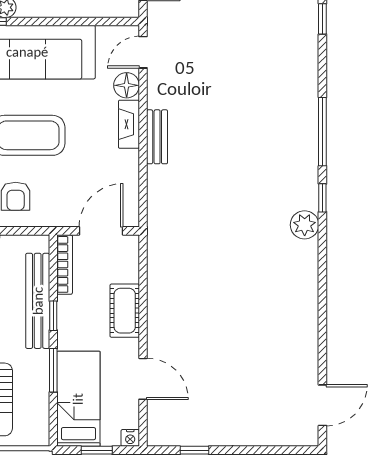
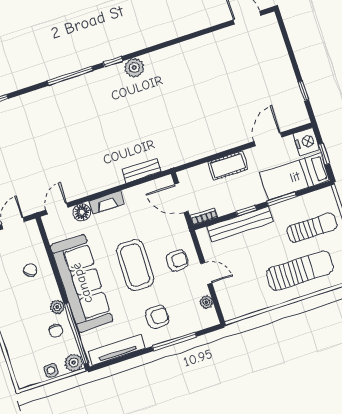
door: (143, 52) -> (57, 209), swing flipped
bench: (157, 137) -> (141, 171), moved
bookcase: (65, 264) -> (204, 216), width x0.64
nightstand: (130, 438) -> (306, 142), width x1.89, depth x1.79

